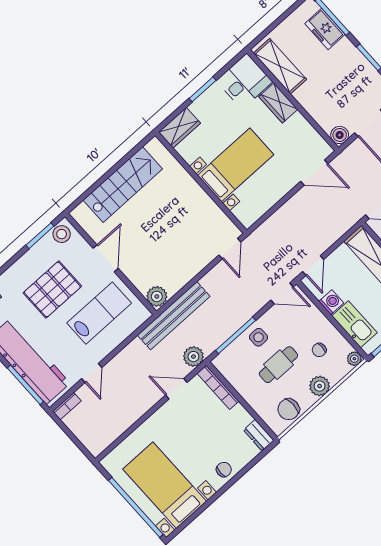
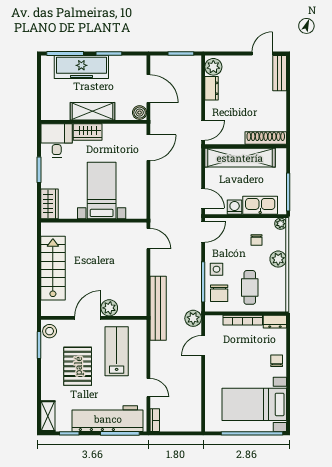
freezer: (325, 29) -> (81, 67), width x1.91, depth x1.26
shelving: (280, 66) -> (92, 111), moved
door: (106, 258) -> (88, 318), hinge flipped
plant: (157, 296) -> (109, 308), moved
cafe table: (278, 365) -> (250, 287), moved
bookcase: (218, 387) -> (243, 320), moved
chair: (289, 409) -> (219, 293), moved

